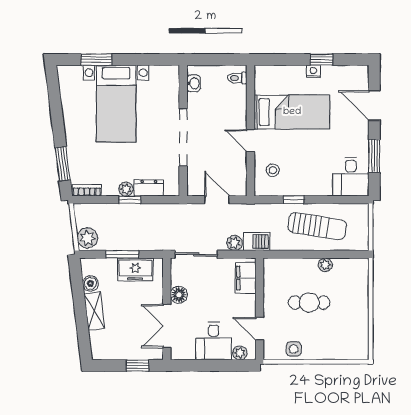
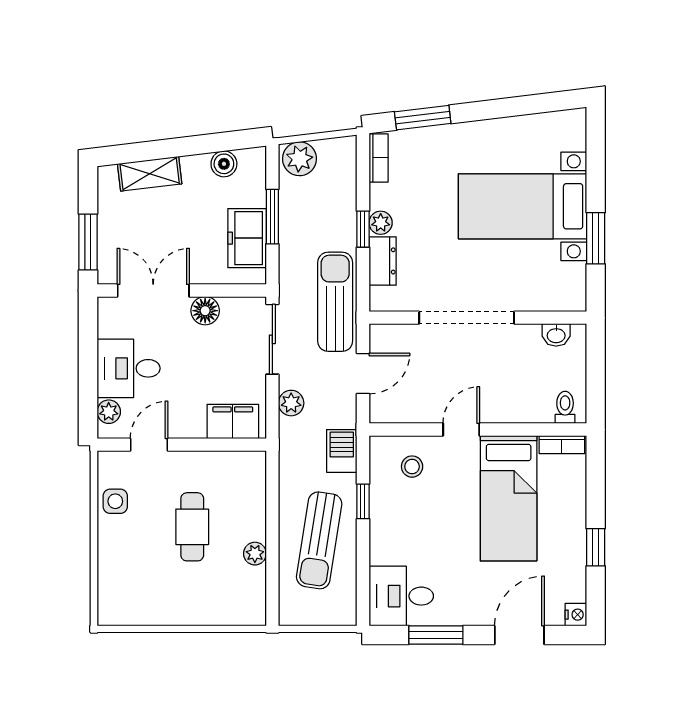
window: (96, 60) -> (596, 238), moved
nightstand: (313, 71) -> (576, 615), moved
bookcase: (260, 80) -> (562, 445), added
sun lounger: (174, 216) -> (335, 302), added
barbecue: (257, 242) -> (342, 451), moved, turned 180
shelving: (94, 311) -> (150, 174), moved
window: (138, 365) -> (88, 242), width x1.50

